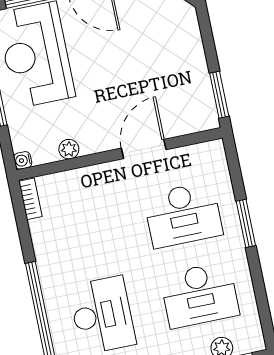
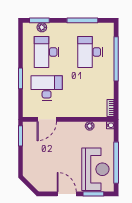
door: (144, 149) -> (47, 119), moved
desk: (200, 295) -> (47, 52), turned -90

